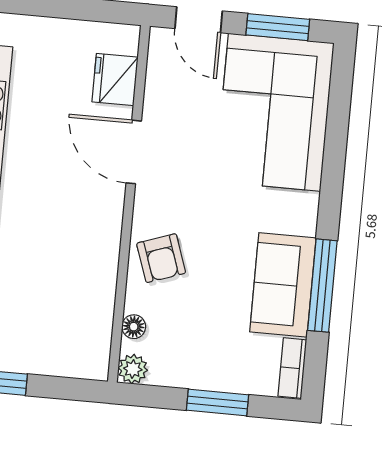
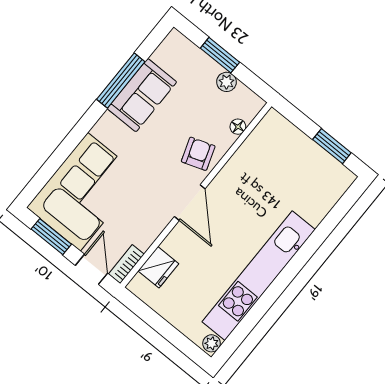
door: (134, 152) -> (190, 203), moved
bookcase: (292, 368) -> (126, 264), moved, turned 180
plant: (133, 369) -> (226, 82), moved

